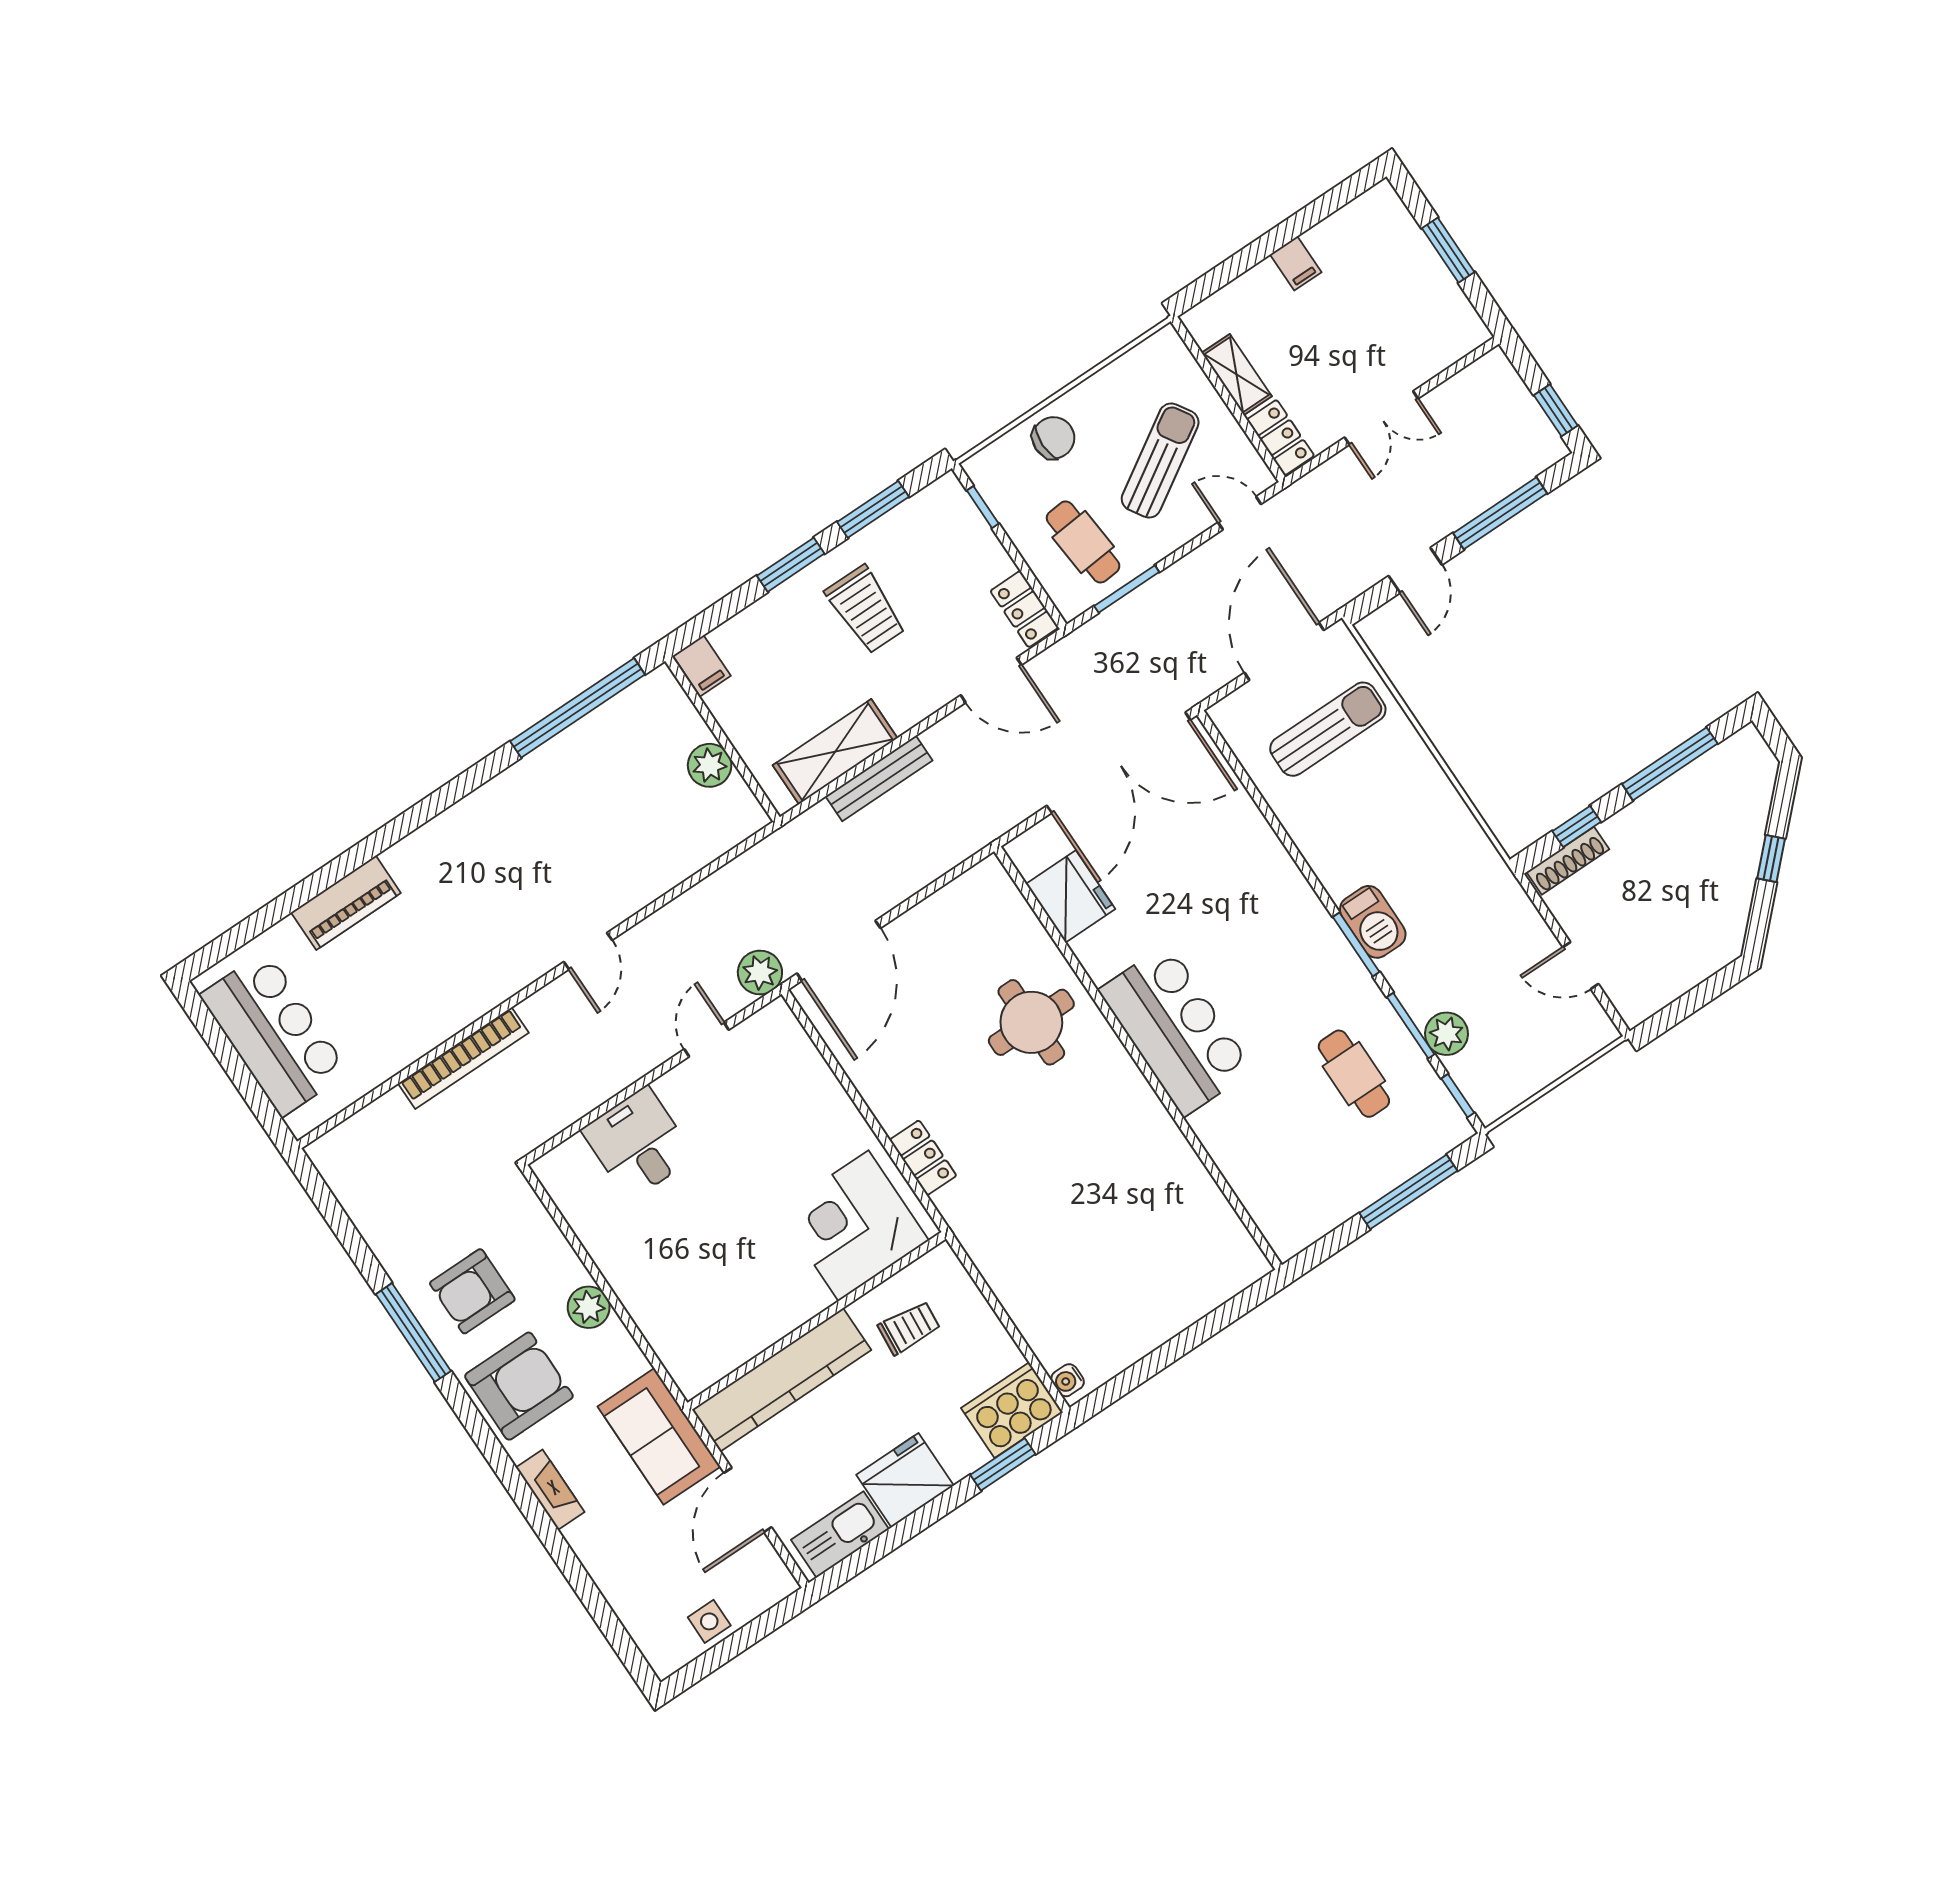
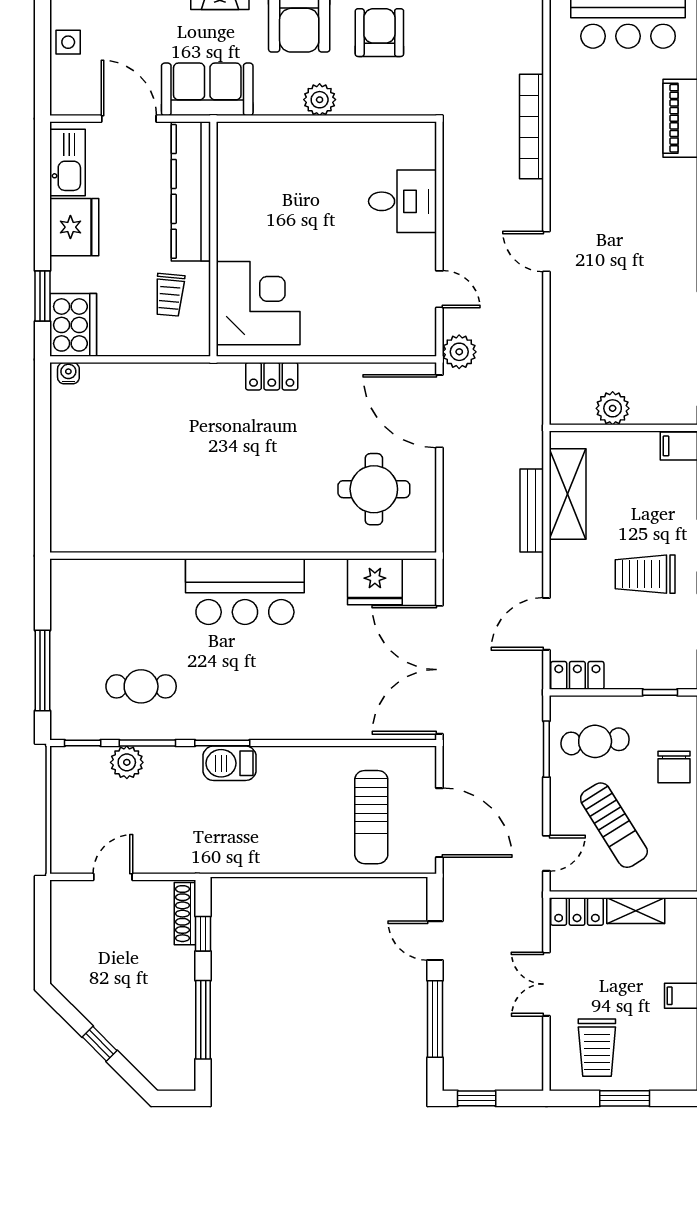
trolley: (1413, 317) -> (597, 1048), added
round table: (1031, 1022) -> (374, 489), moved

